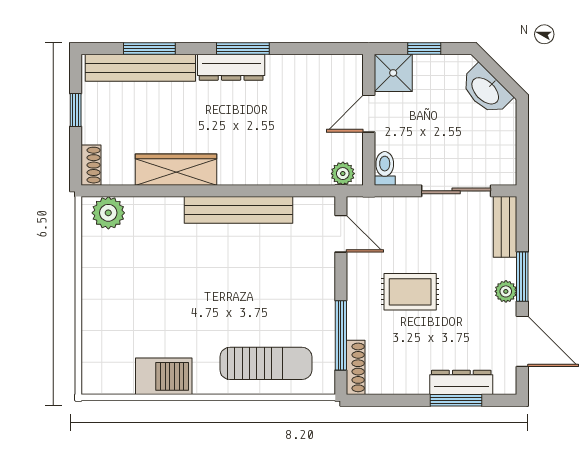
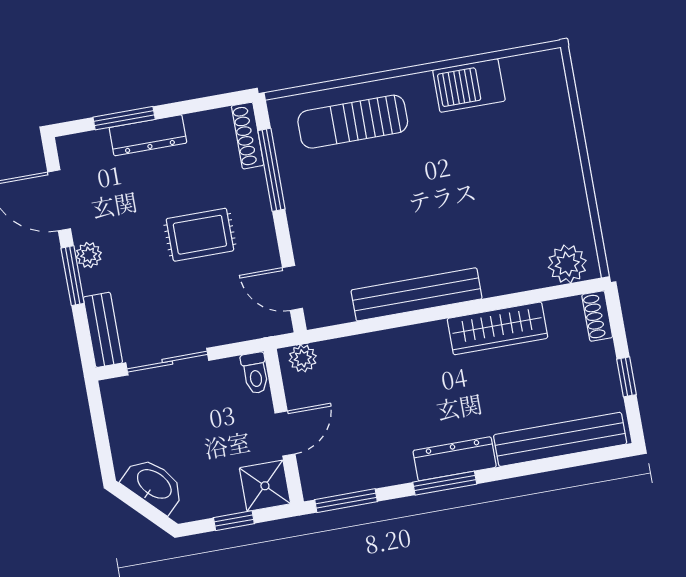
window: (149, 48) -> (346, 501), moved
dresser: (461, 382) -> (148, 135), moved

